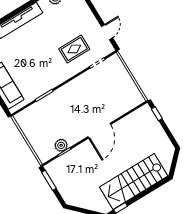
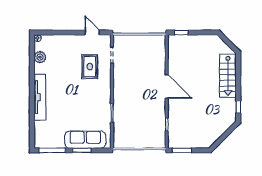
plant: (61, 145) -> (160, 124), removed
stairs: (134, 182) -> (228, 76), width x0.73, depth x0.66

